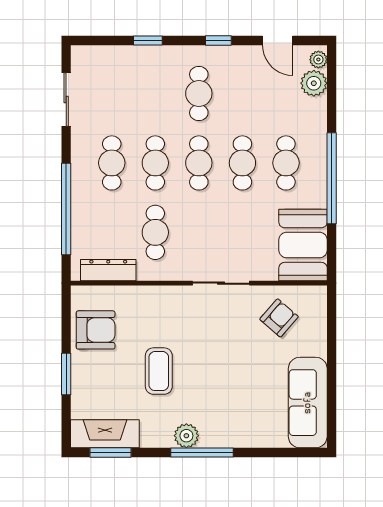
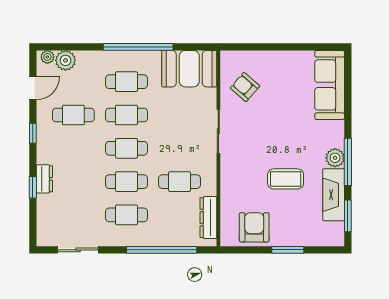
dresser: (159, 56) -> (44, 179), added
cafe table: (199, 93) -> (73, 115), moved
sofa: (308, 403) -> (330, 85), moved, turned 90
fireplace: (105, 434) -> (334, 195), moved
window: (202, 452) -> (348, 162), moved

